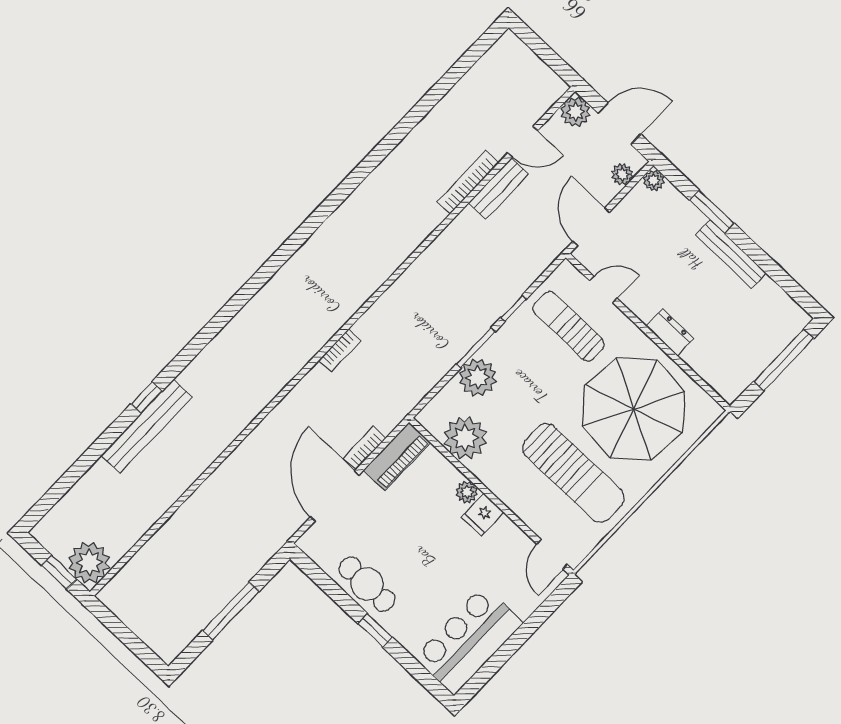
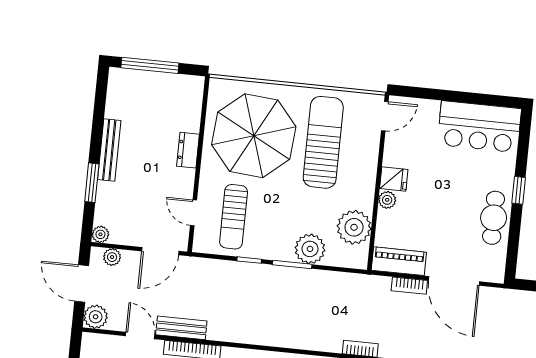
door: (335, 496) -> (454, 281), hinge flipped

